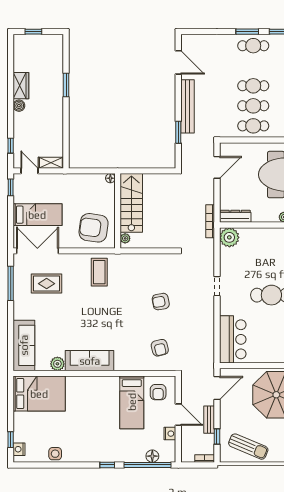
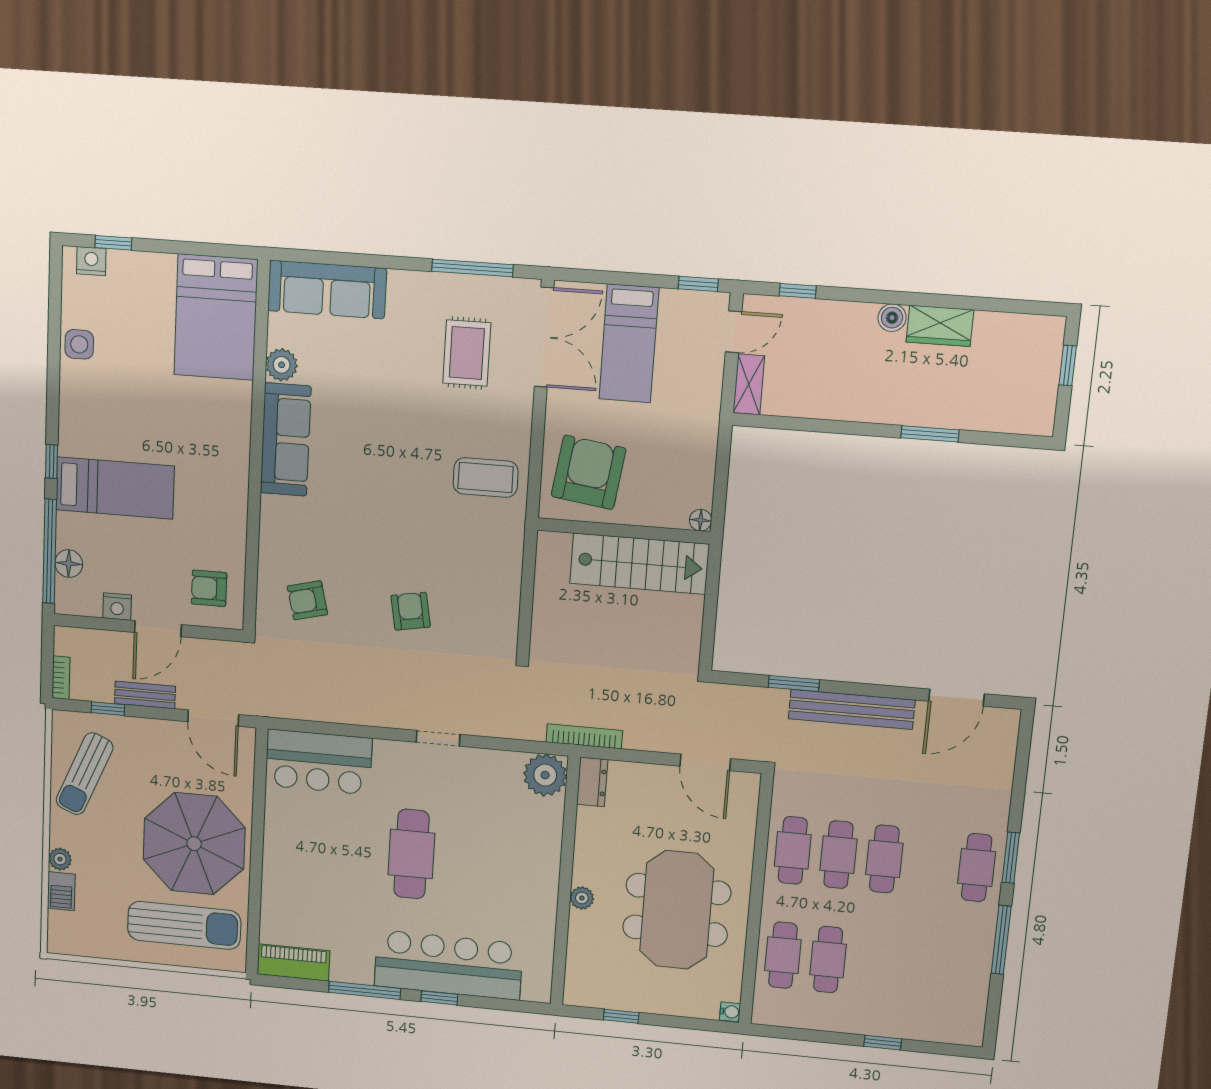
dresser: (235, 216) -> (592, 782), width x0.70
plant: (125, 238) -> (559, 543), removed
bed: (132, 402) -> (115, 488), moved, turned 180

